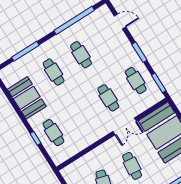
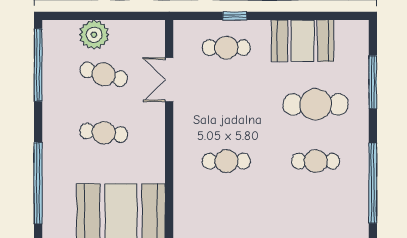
cafe table: (54, 72) -> (316, 104), width x1.37, depth x1.35
cafe table: (136, 81) -> (226, 218), removed
double door: (125, 126) -> (169, 80), moved

